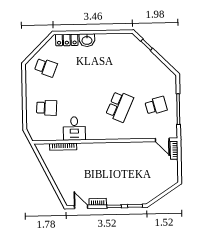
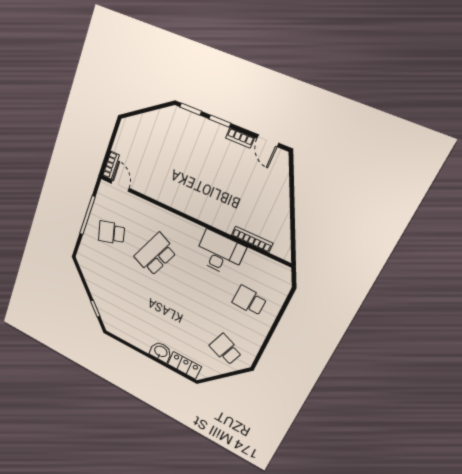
desk: (74, 128) -> (220, 253), width x1.37

